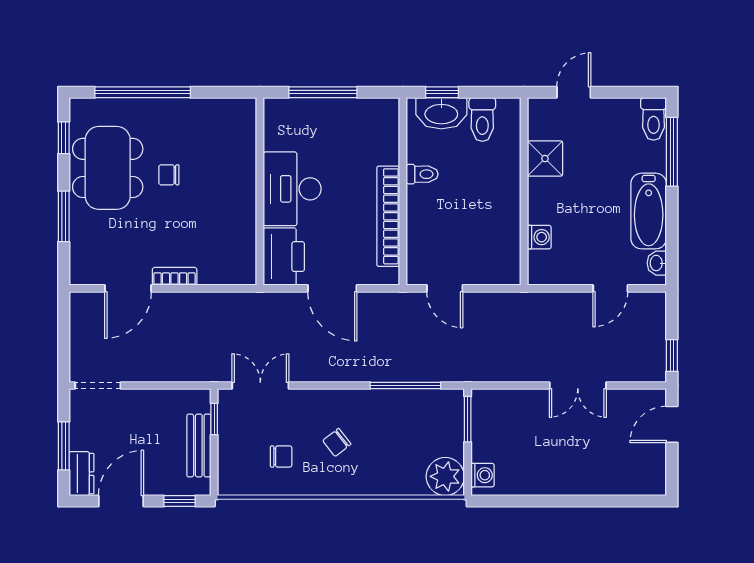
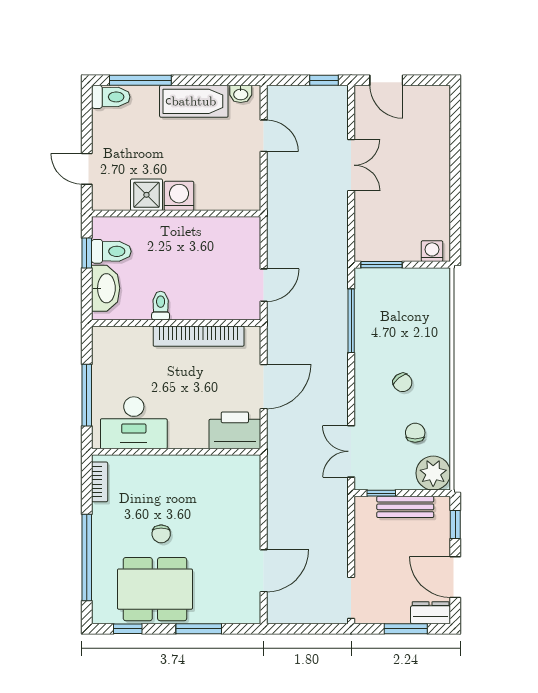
window: (442, 92) -> (87, 253), moved
desk: (292, 189) -> (134, 423), moved
washing machine: (539, 237) -> (179, 196), moved, width x1.38, depth x1.38
bookcase: (175, 276) -> (100, 482), moved, turned 180
door: (128, 288) -> (264, 571), hinge flipped
plant: (445, 476) -> (433, 473), moved

